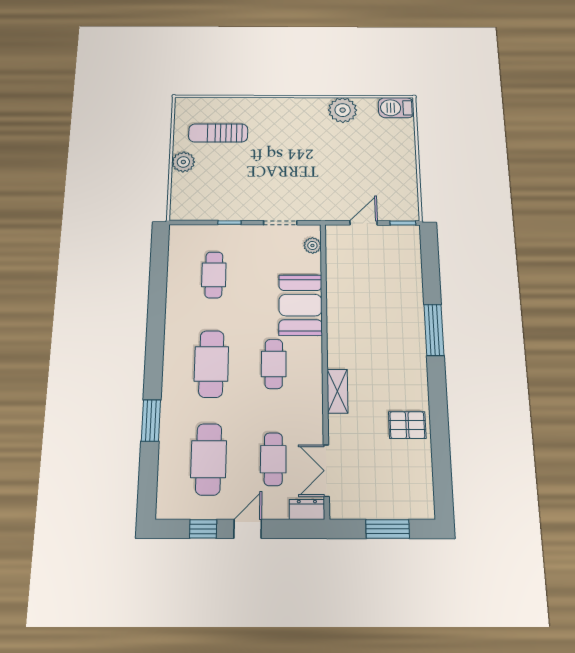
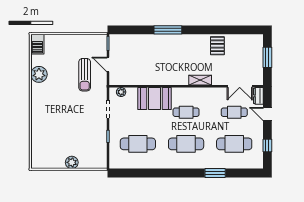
sun lounger: (218, 133) -> (85, 75), moved
cafe table: (214, 275) -> (138, 144), width x1.37, depth x1.35
door: (248, 529) -> (267, 114), moved

